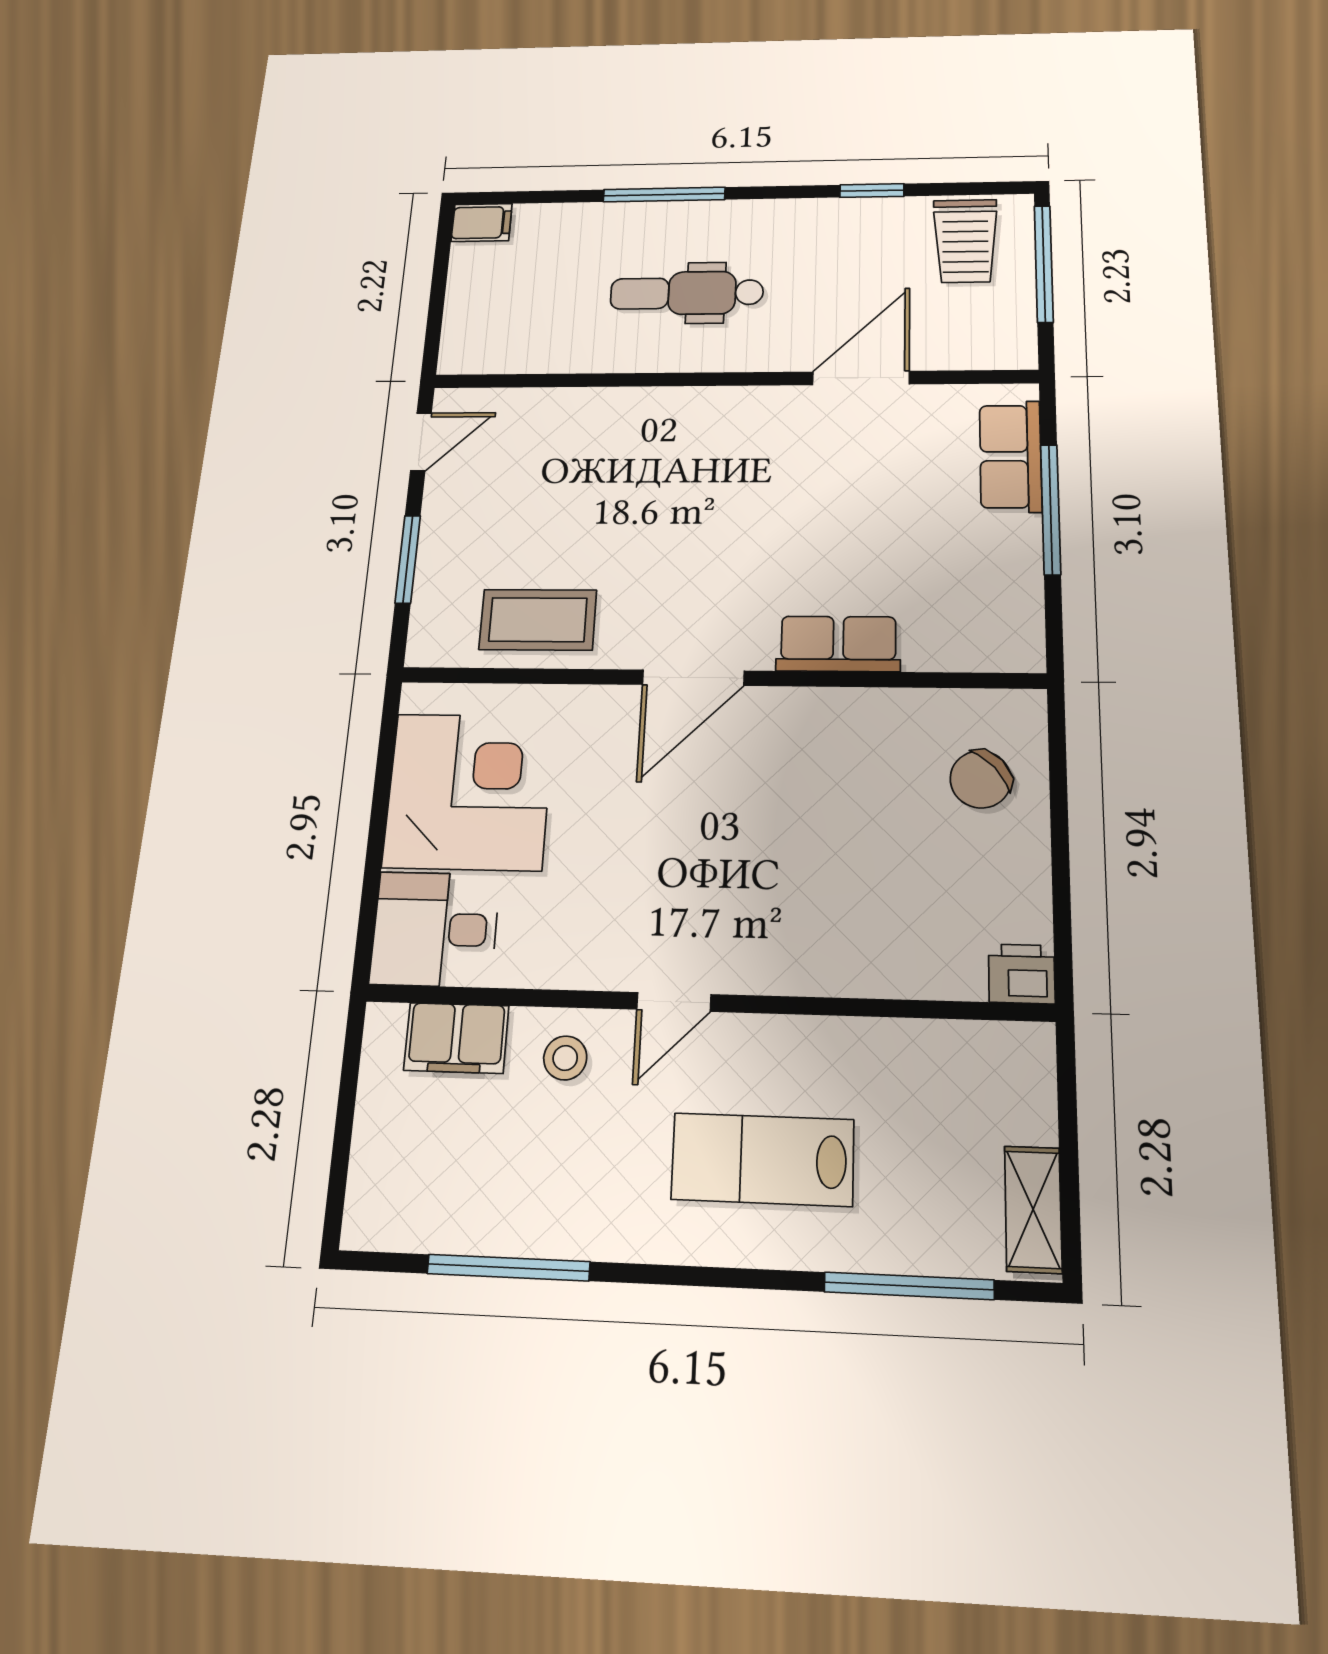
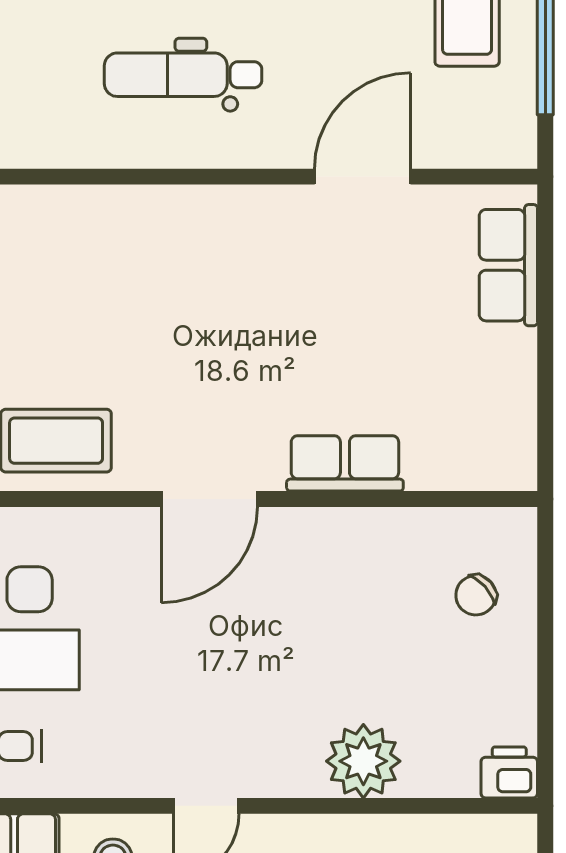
window: (1051, 509) -> (545, 322), removed
chair: (981, 779) -> (476, 595), width x0.73, depth x0.73
plant: (853, 957) -> (363, 761), added

